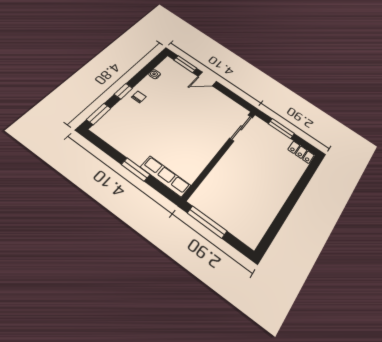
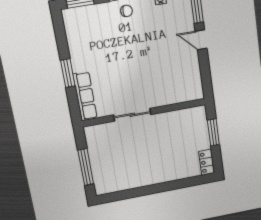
sliding door: (241, 128) -> (132, 115), moved
window: (207, 222) -> (86, 167), moved

